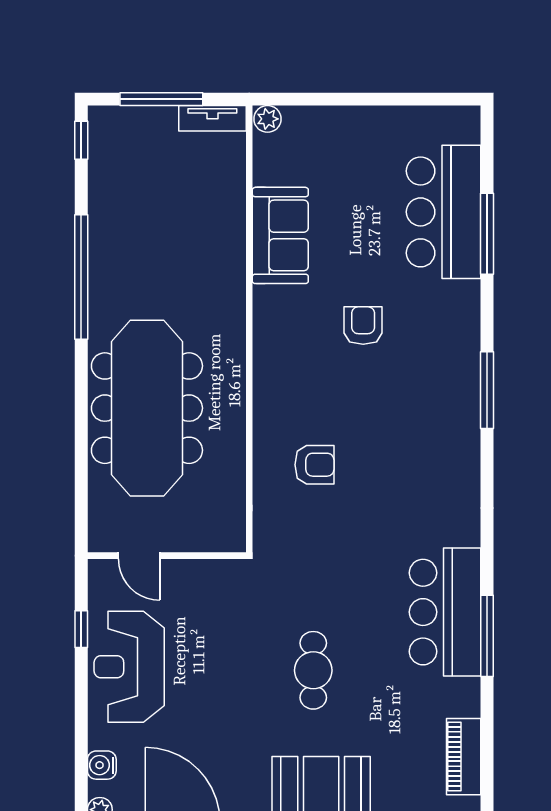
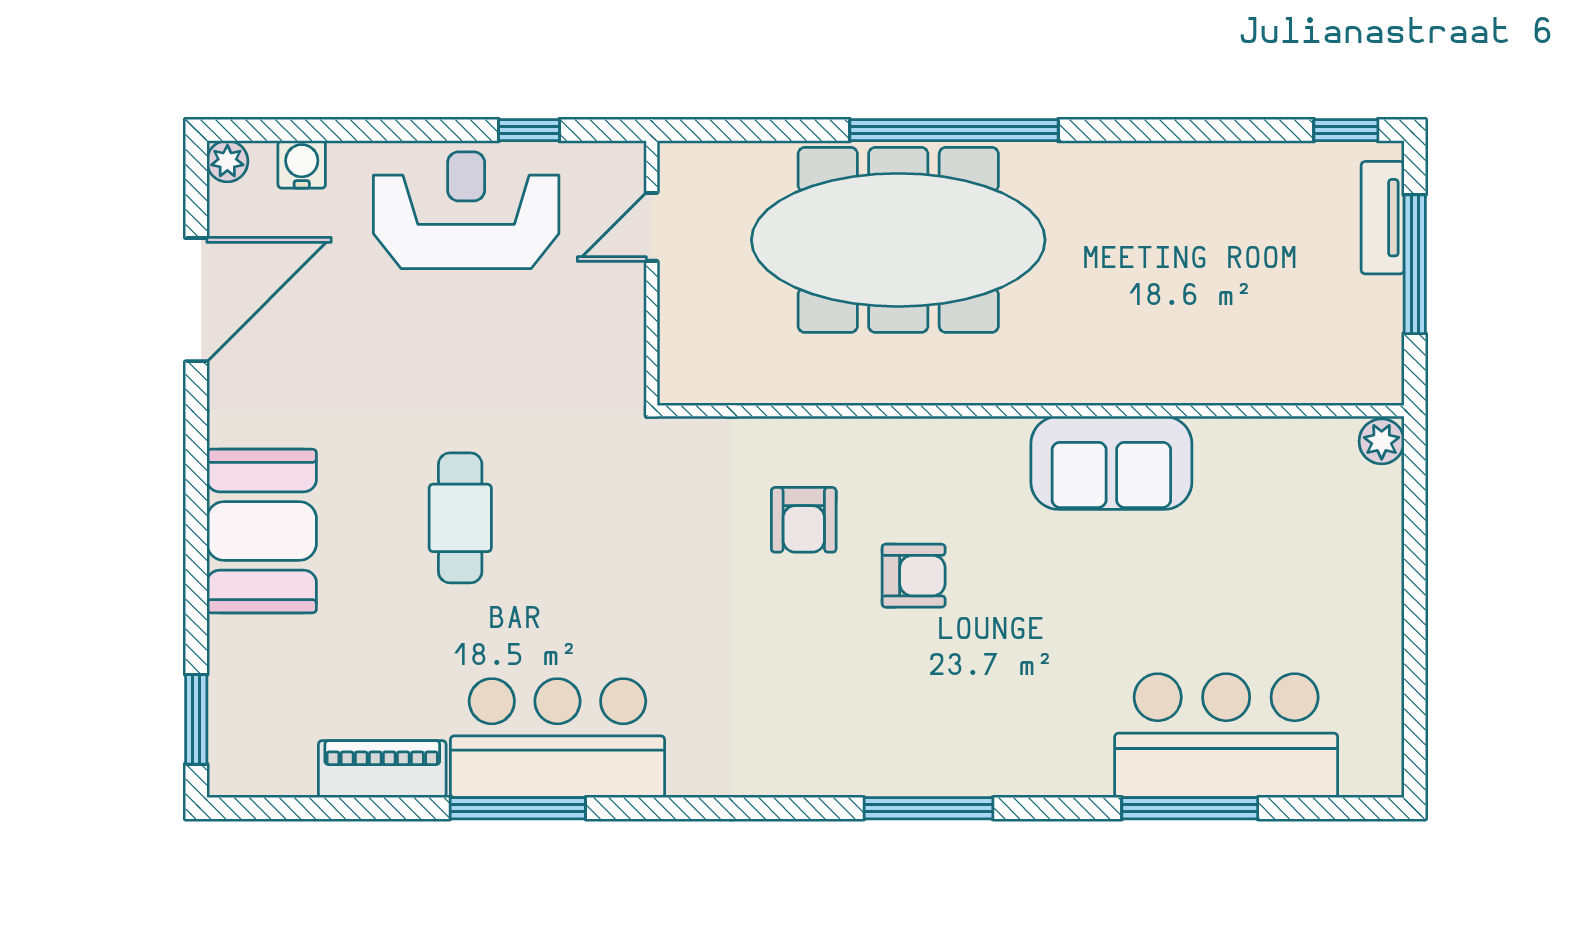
tv unit: (212, 118) -> (1383, 218), moved
sofa: (280, 235) -> (1111, 463), moved
window: (81, 277) -> (954, 130), moved
armchair: (363, 326) -> (914, 576), moved
cafe table: (313, 670) -> (460, 518), turned 90
piano: (464, 757) -> (382, 769), moved

